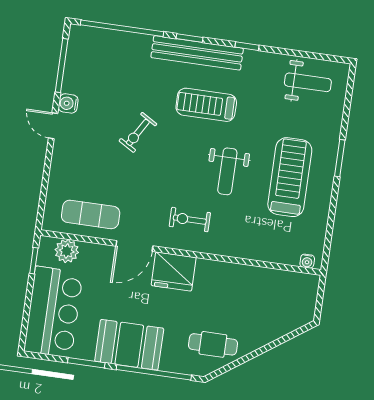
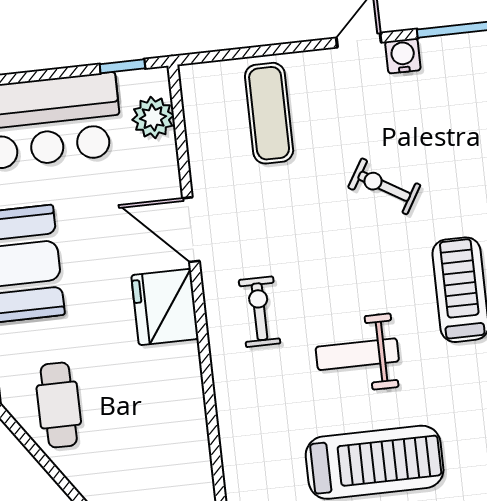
exercise mat: (91, 214) -> (269, 113), moved

